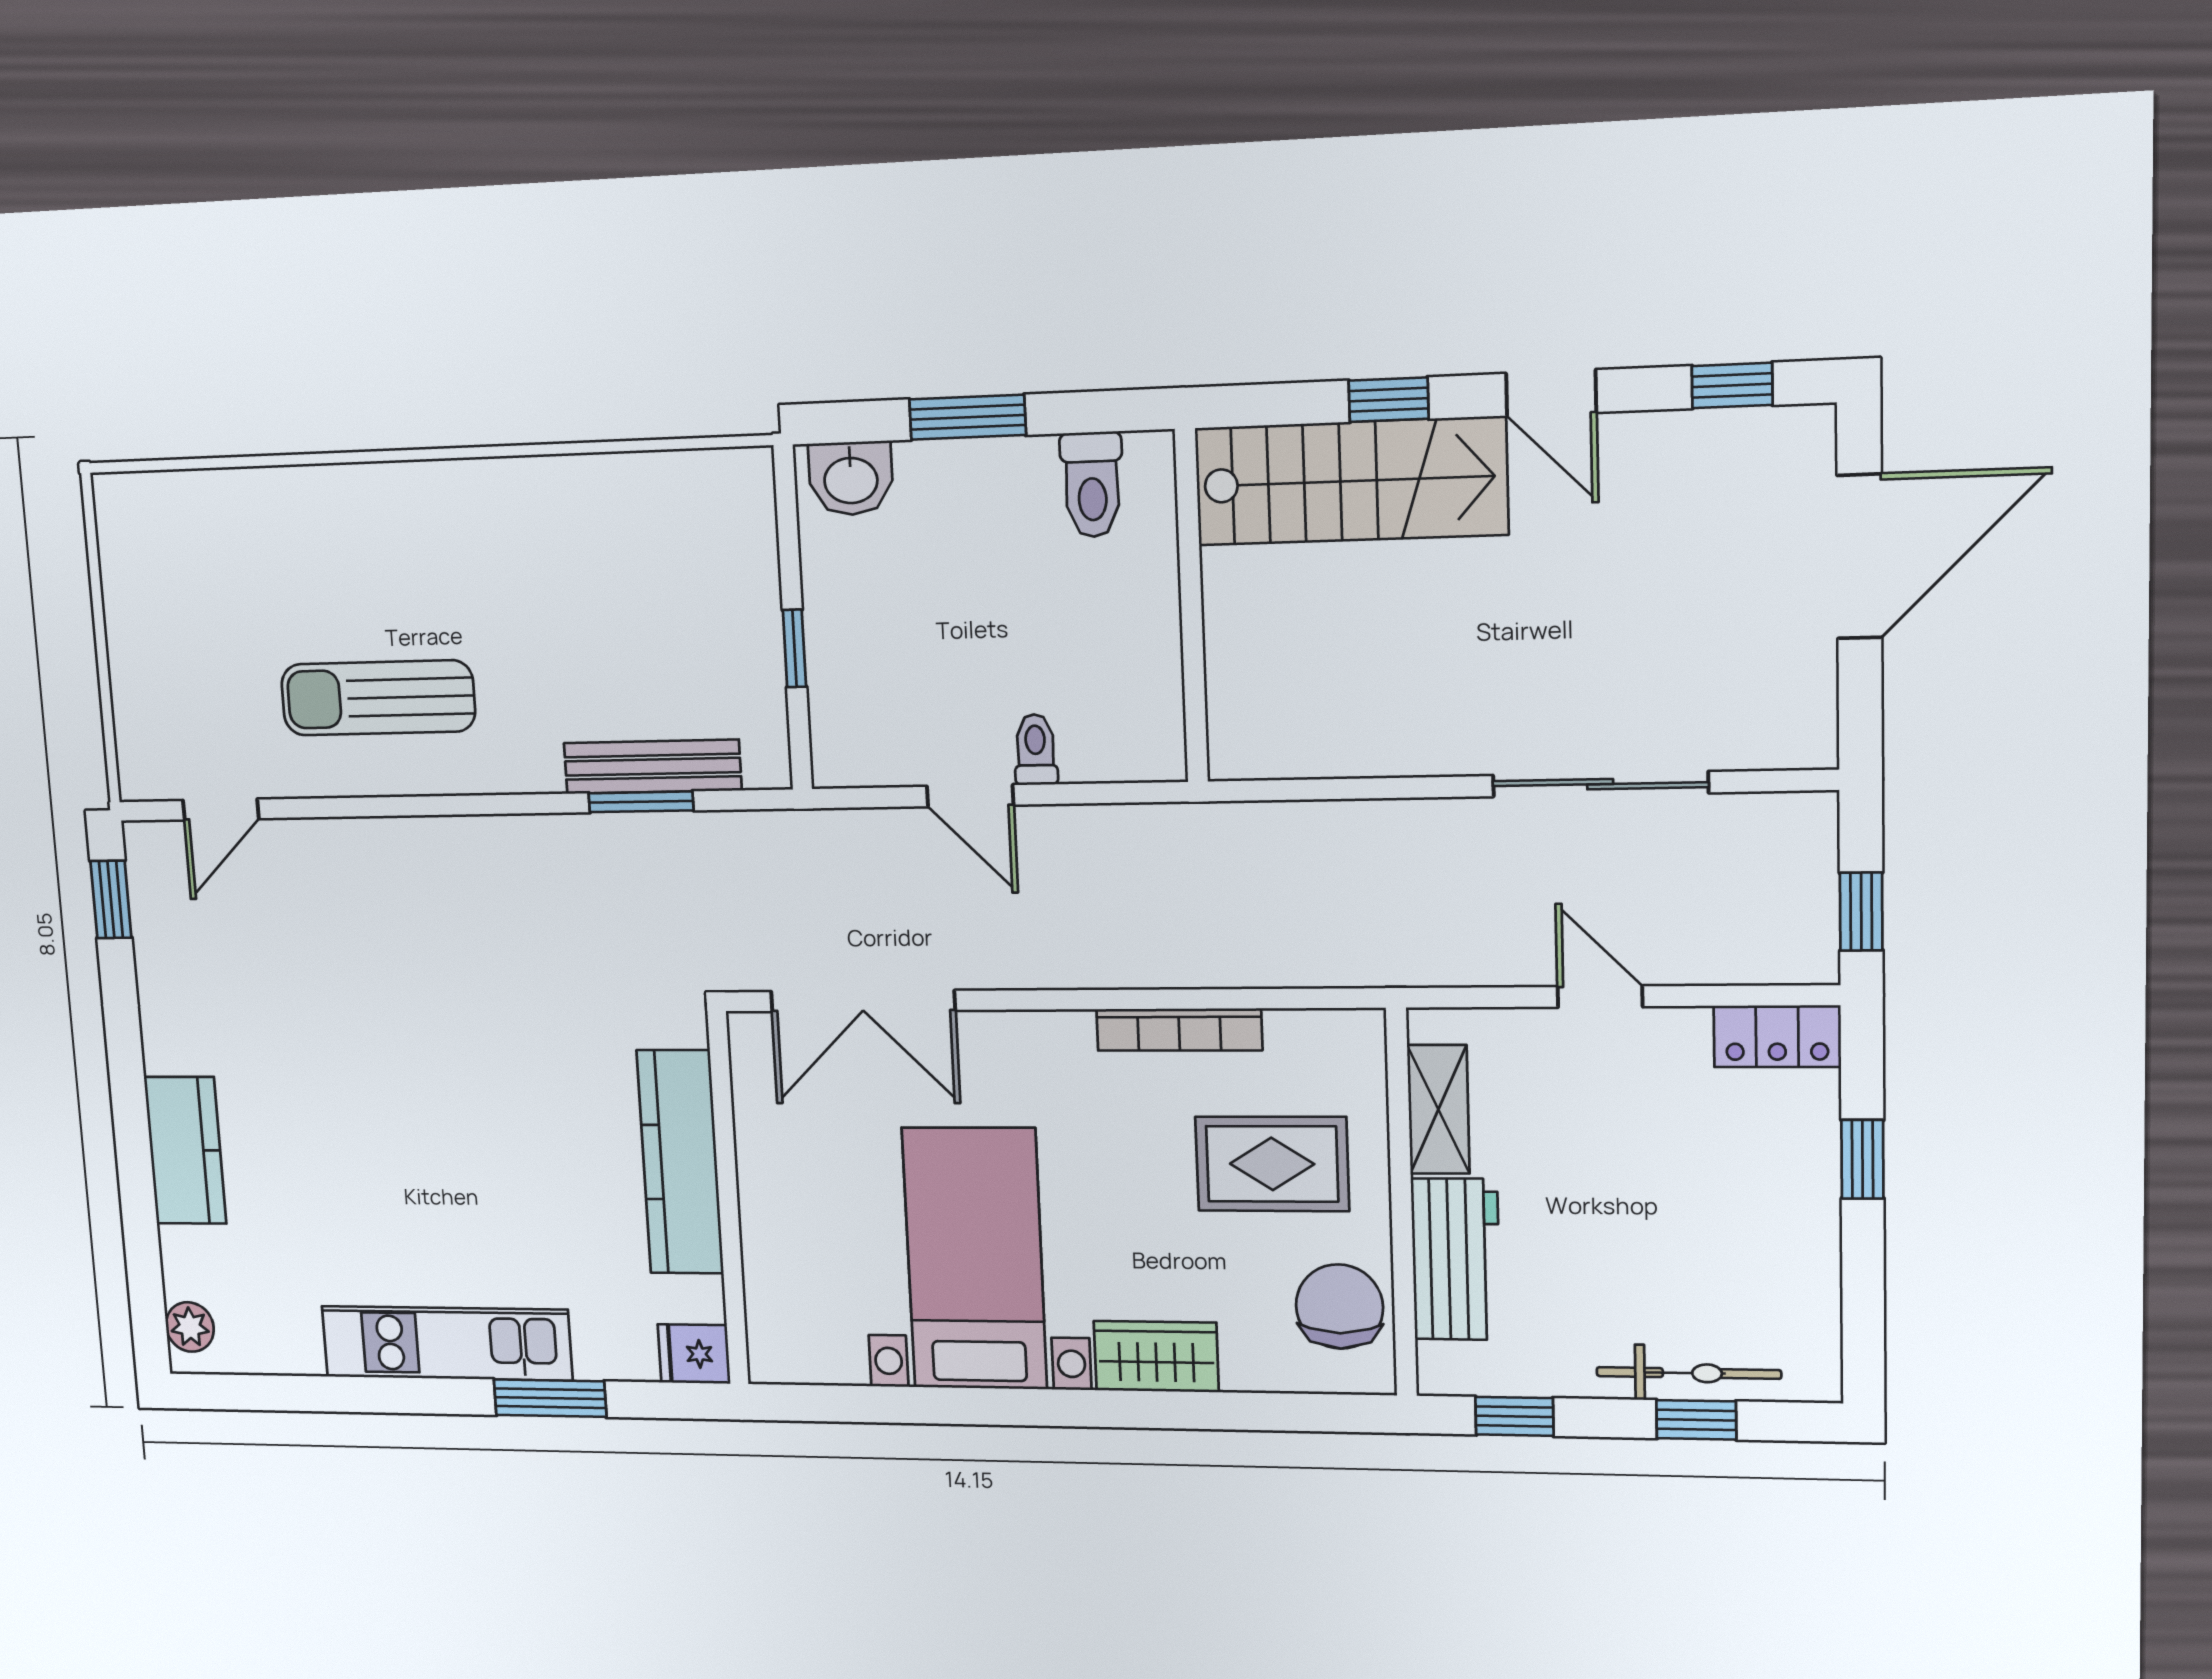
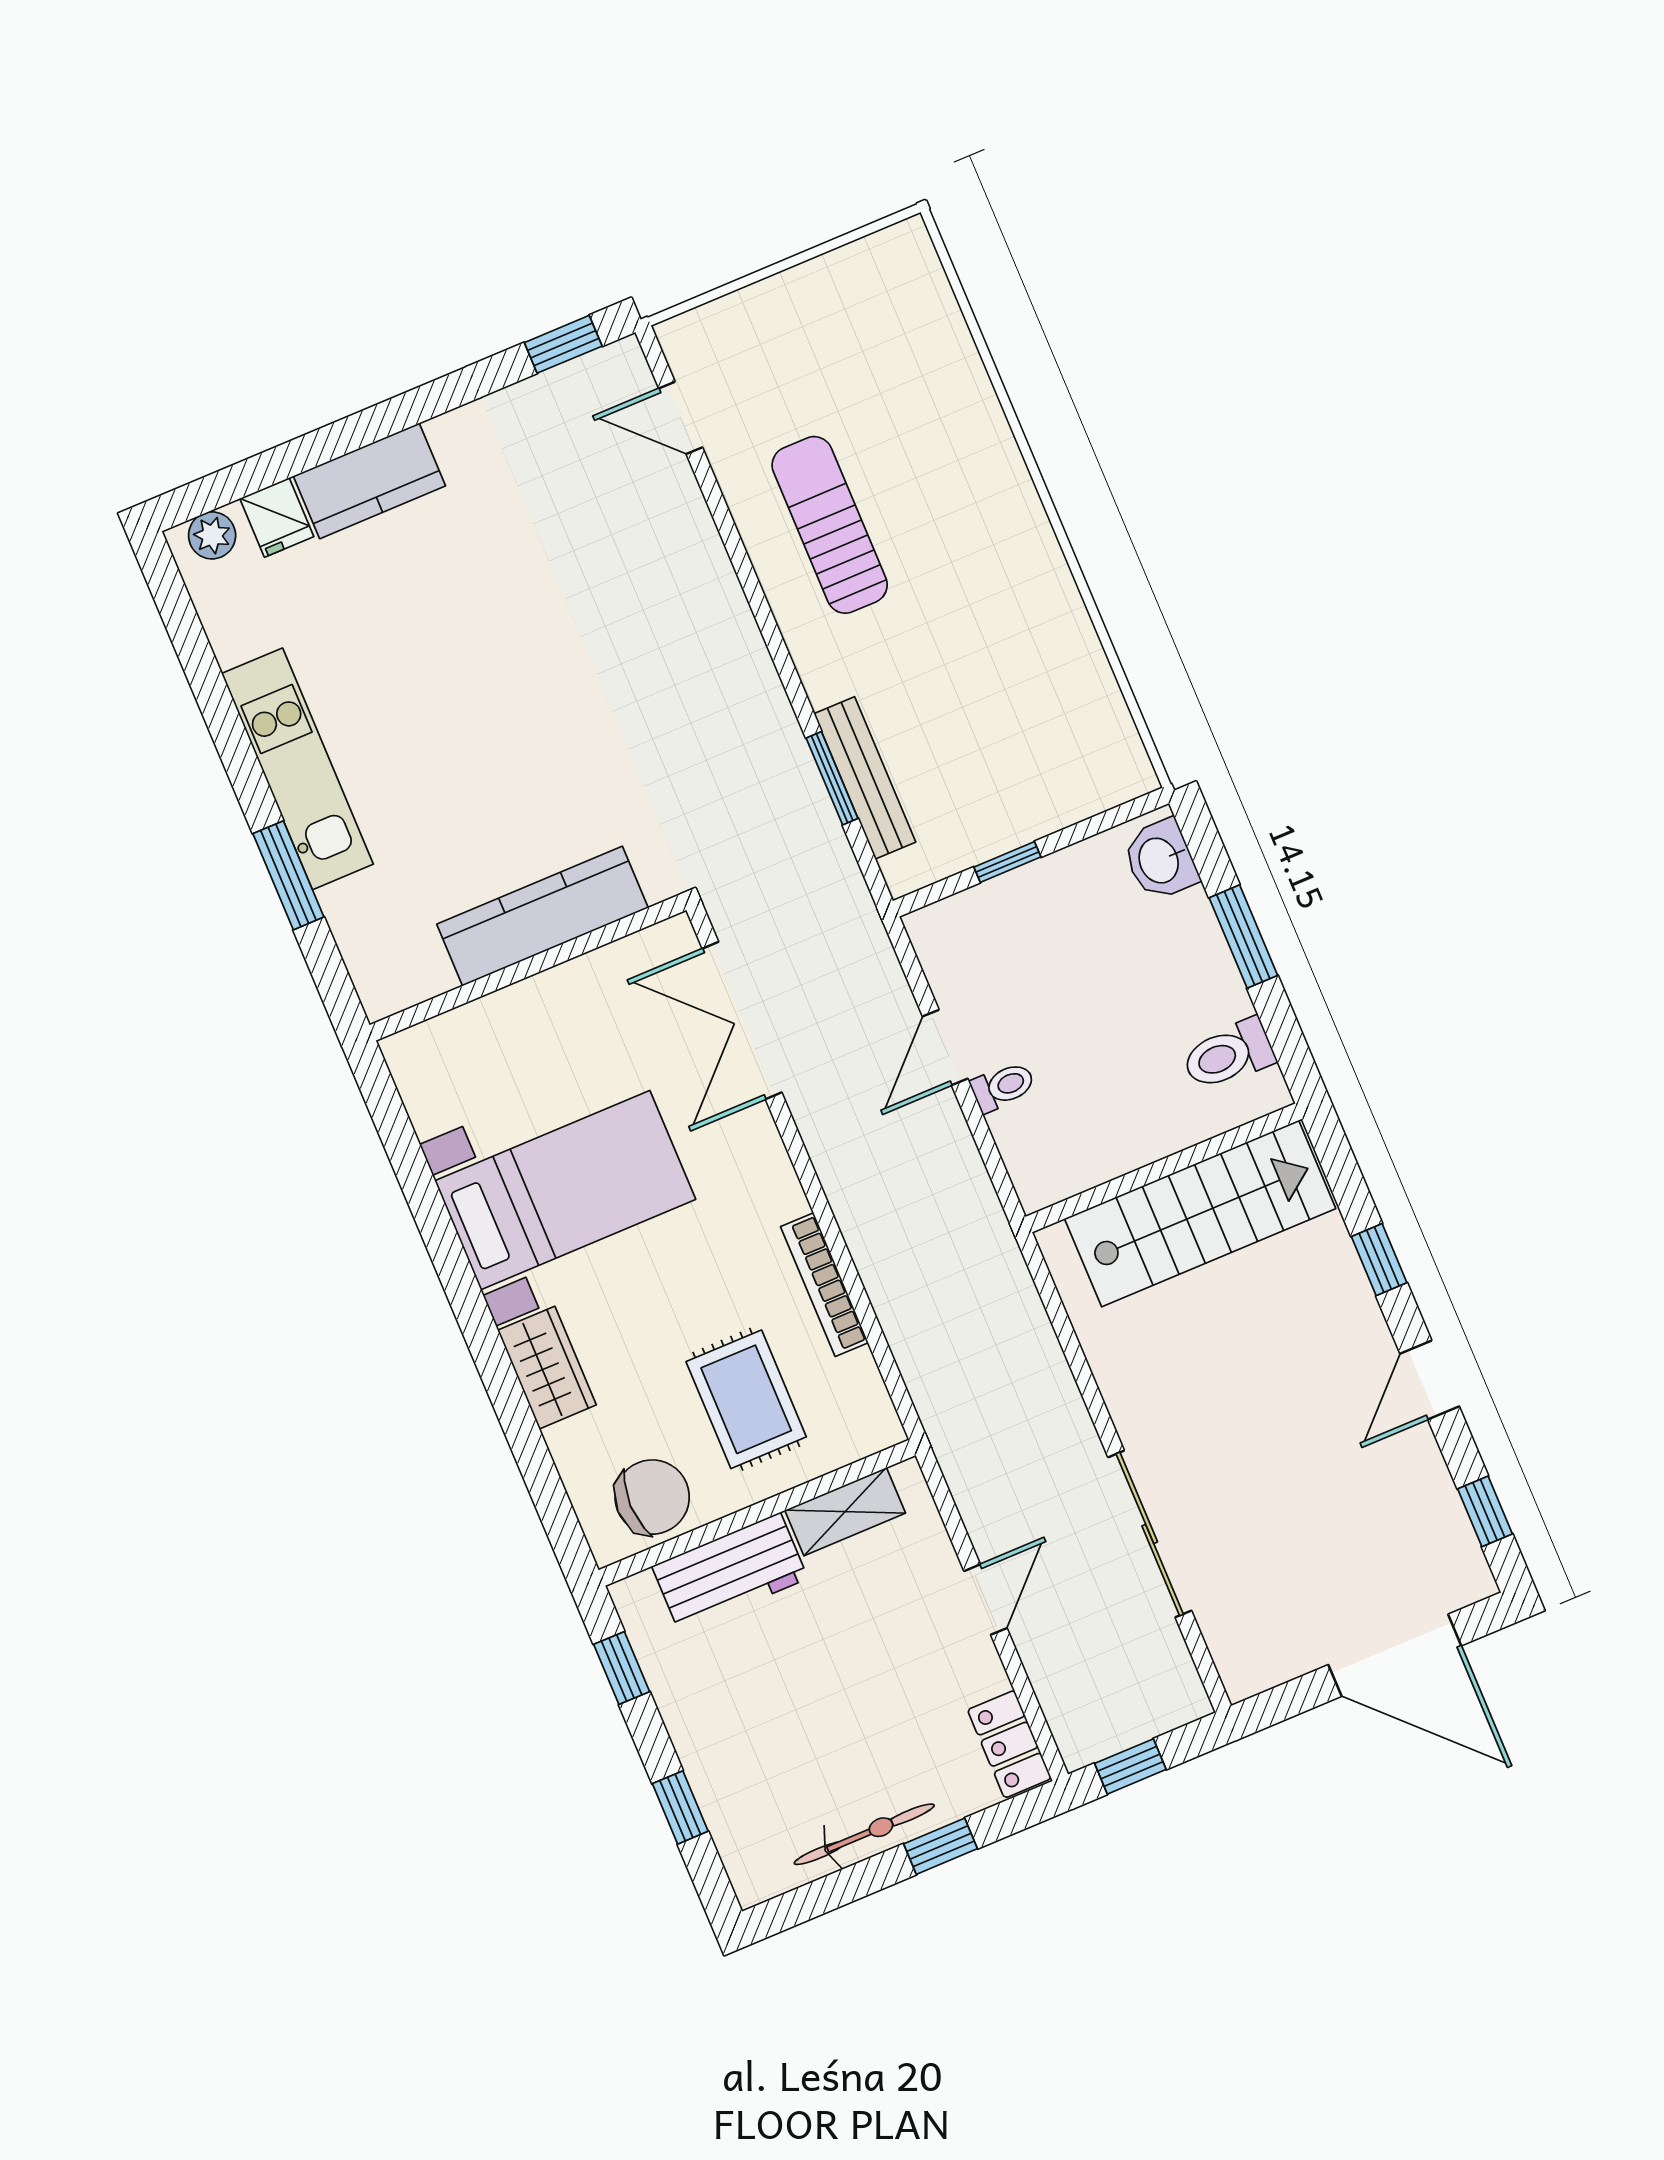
stairs: (1351, 481) -> (1200, 1214), moved, turned -90
fridge: (694, 1354) -> (277, 517), moved, turned 180
bicycle: (1689, 1373) -> (864, 1834), moved, turned -90

